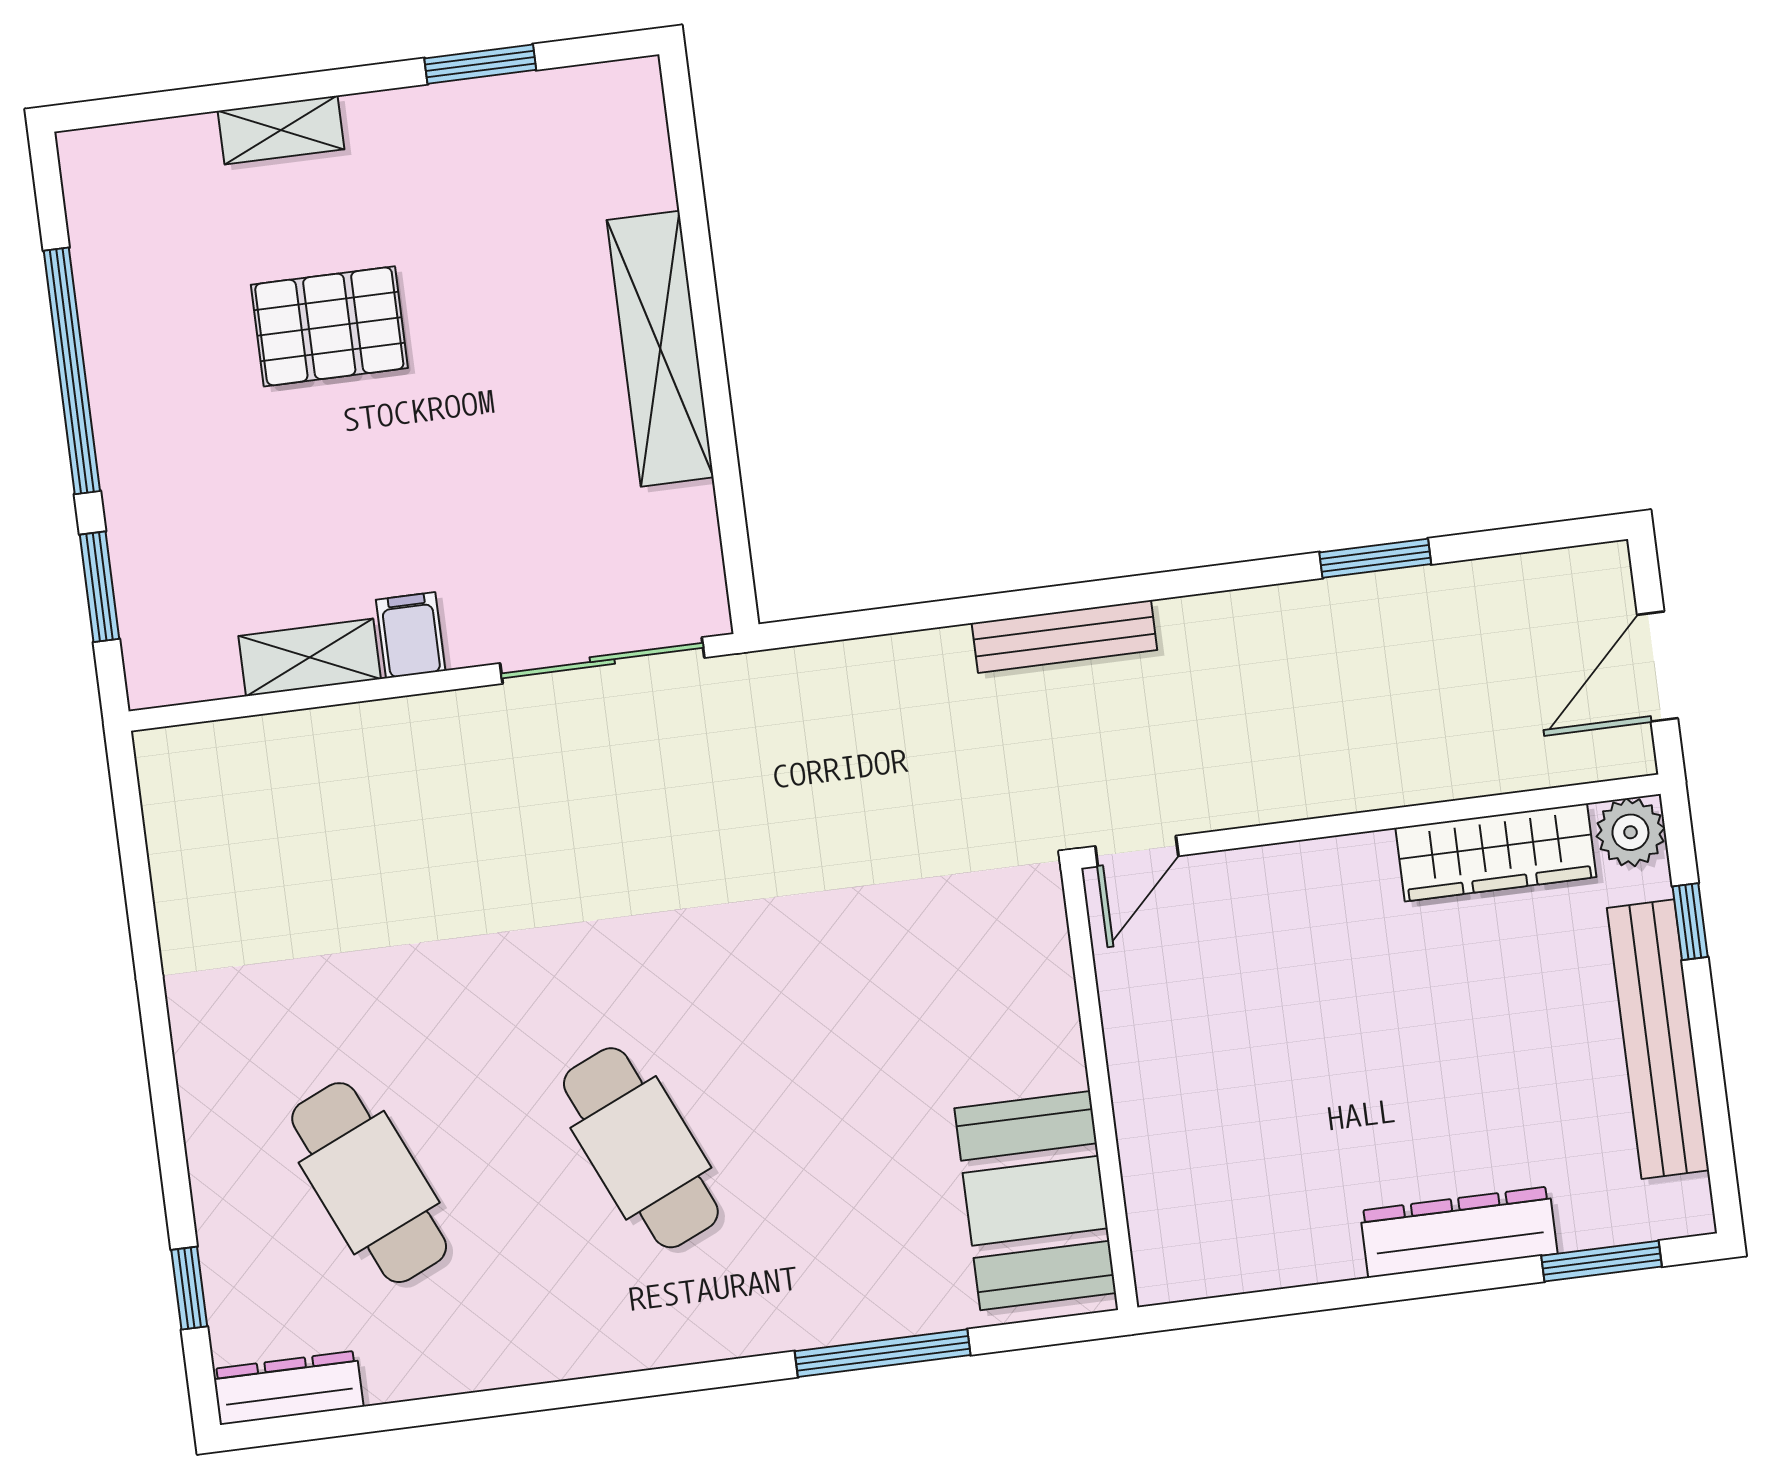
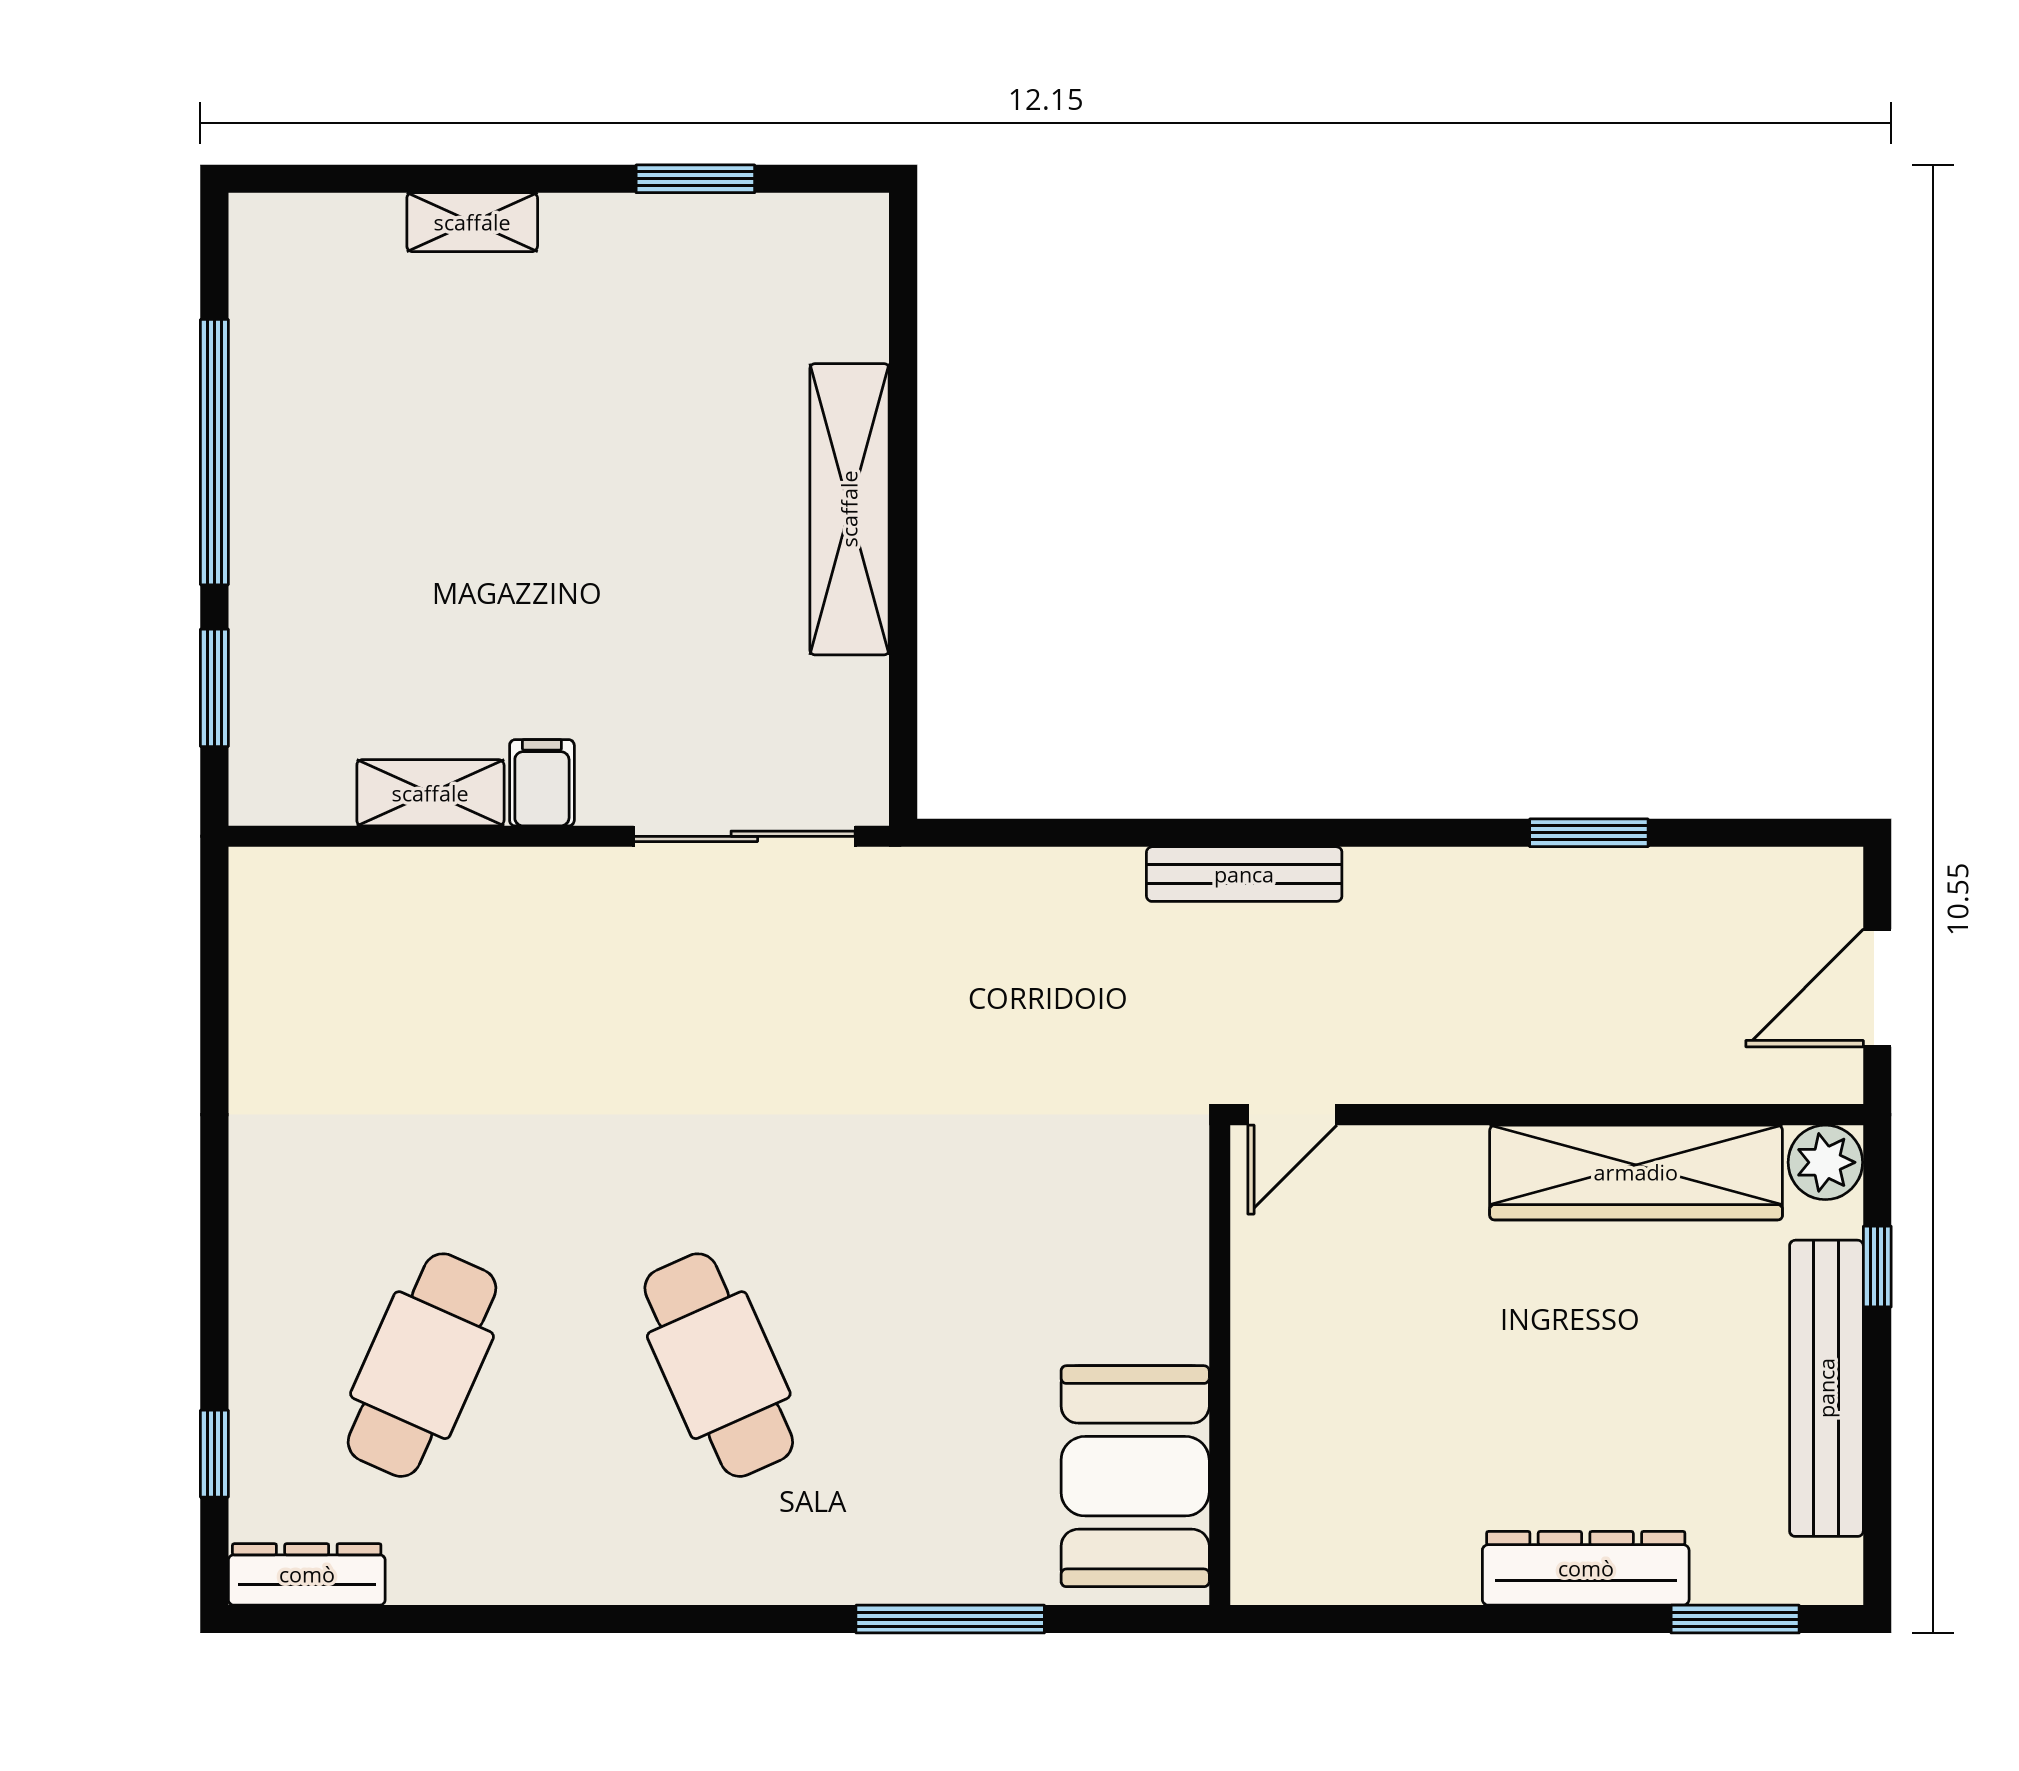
pallet: (329, 326) -> (497, 440), removed
wardrobe: (1496, 852) -> (1636, 1172), width x1.40, depth x1.17
cafe table: (369, 1183) -> (422, 1365), turned 48

